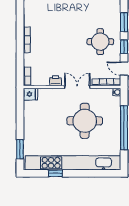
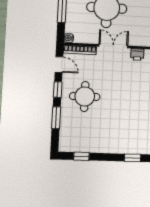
double door: (77, 87) -> (113, 46), swing flipped

